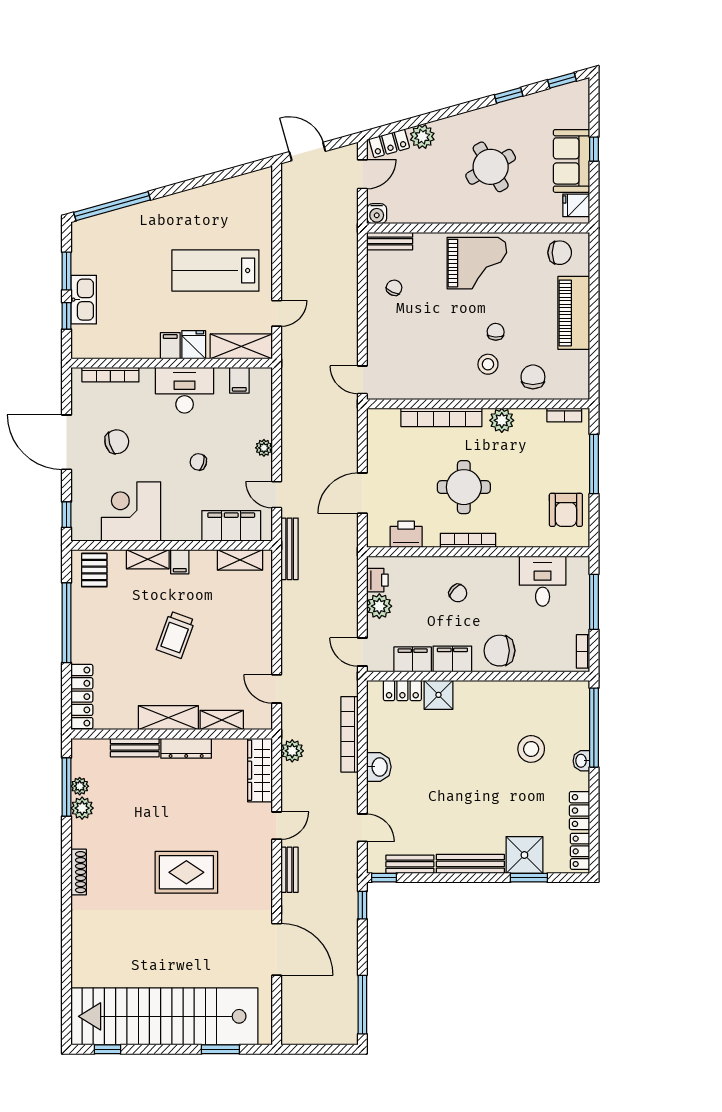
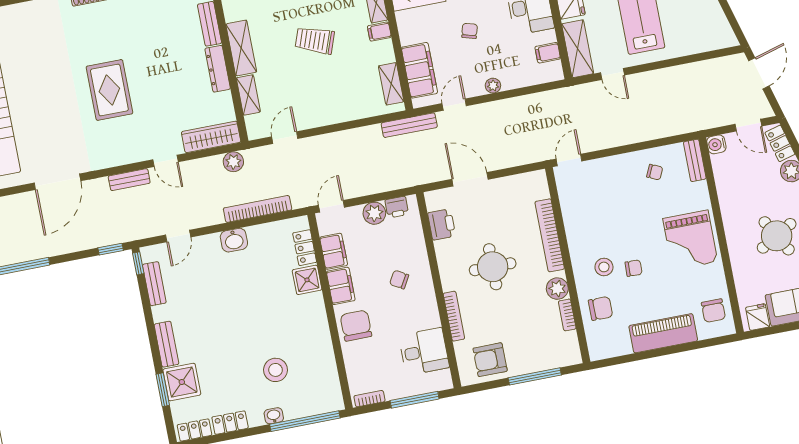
bookcase: (564, 415) -> (567, 315), moved
bookcase: (468, 540) -> (454, 316), moved
chair: (458, 593) -> (399, 280), turned 77
bench: (470, 864) -> (166, 344), width x0.73

